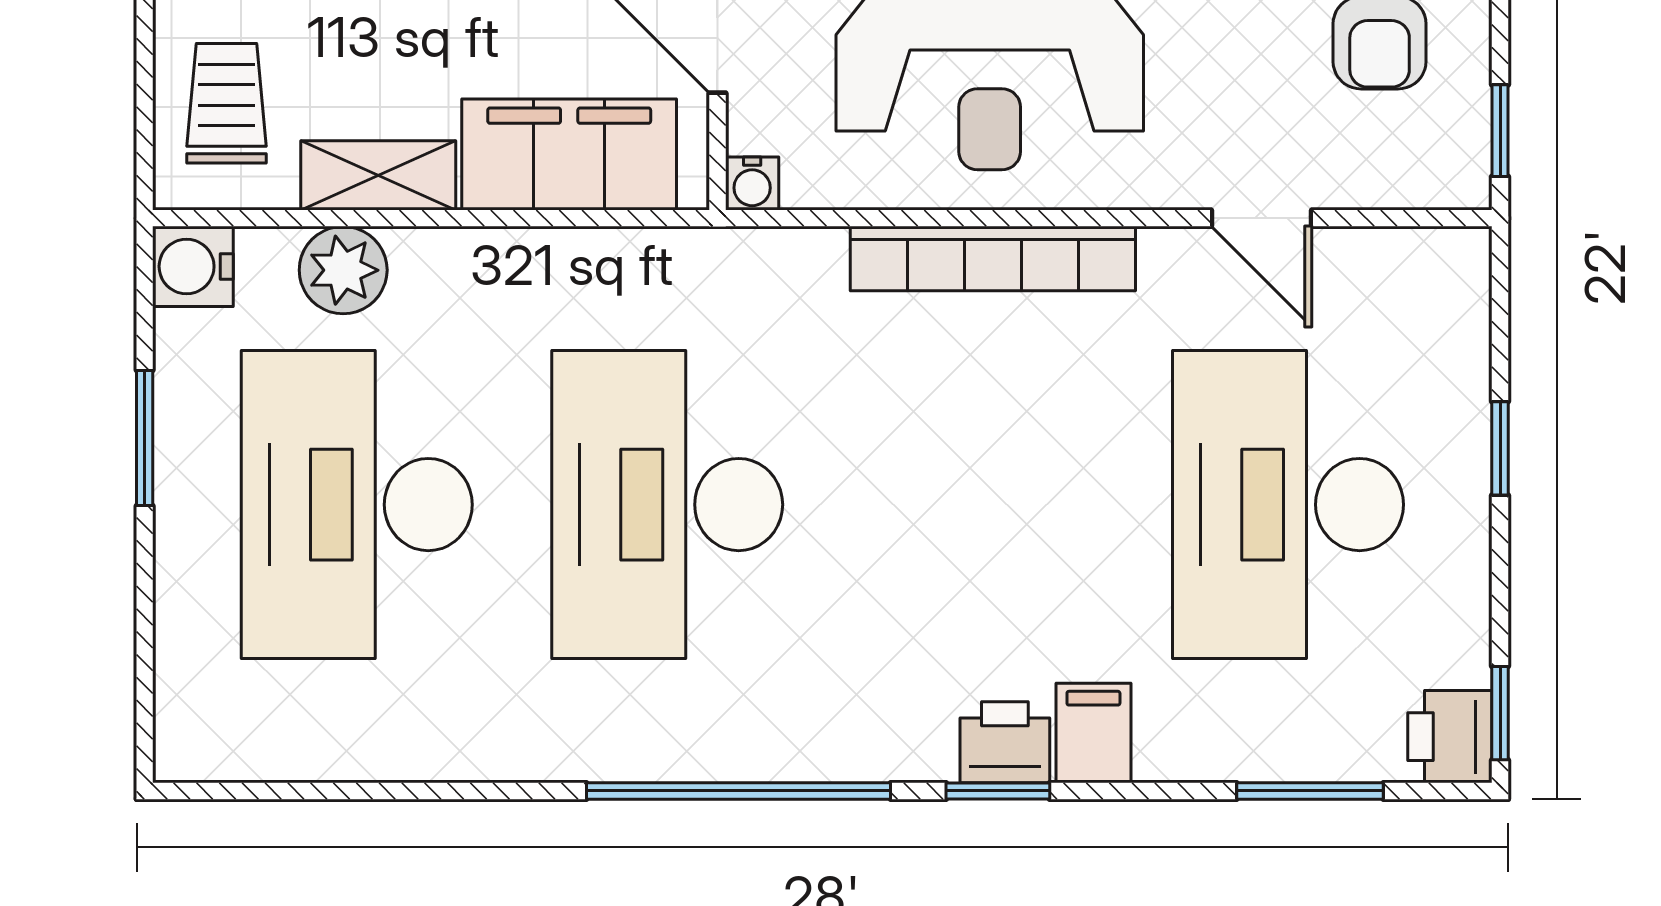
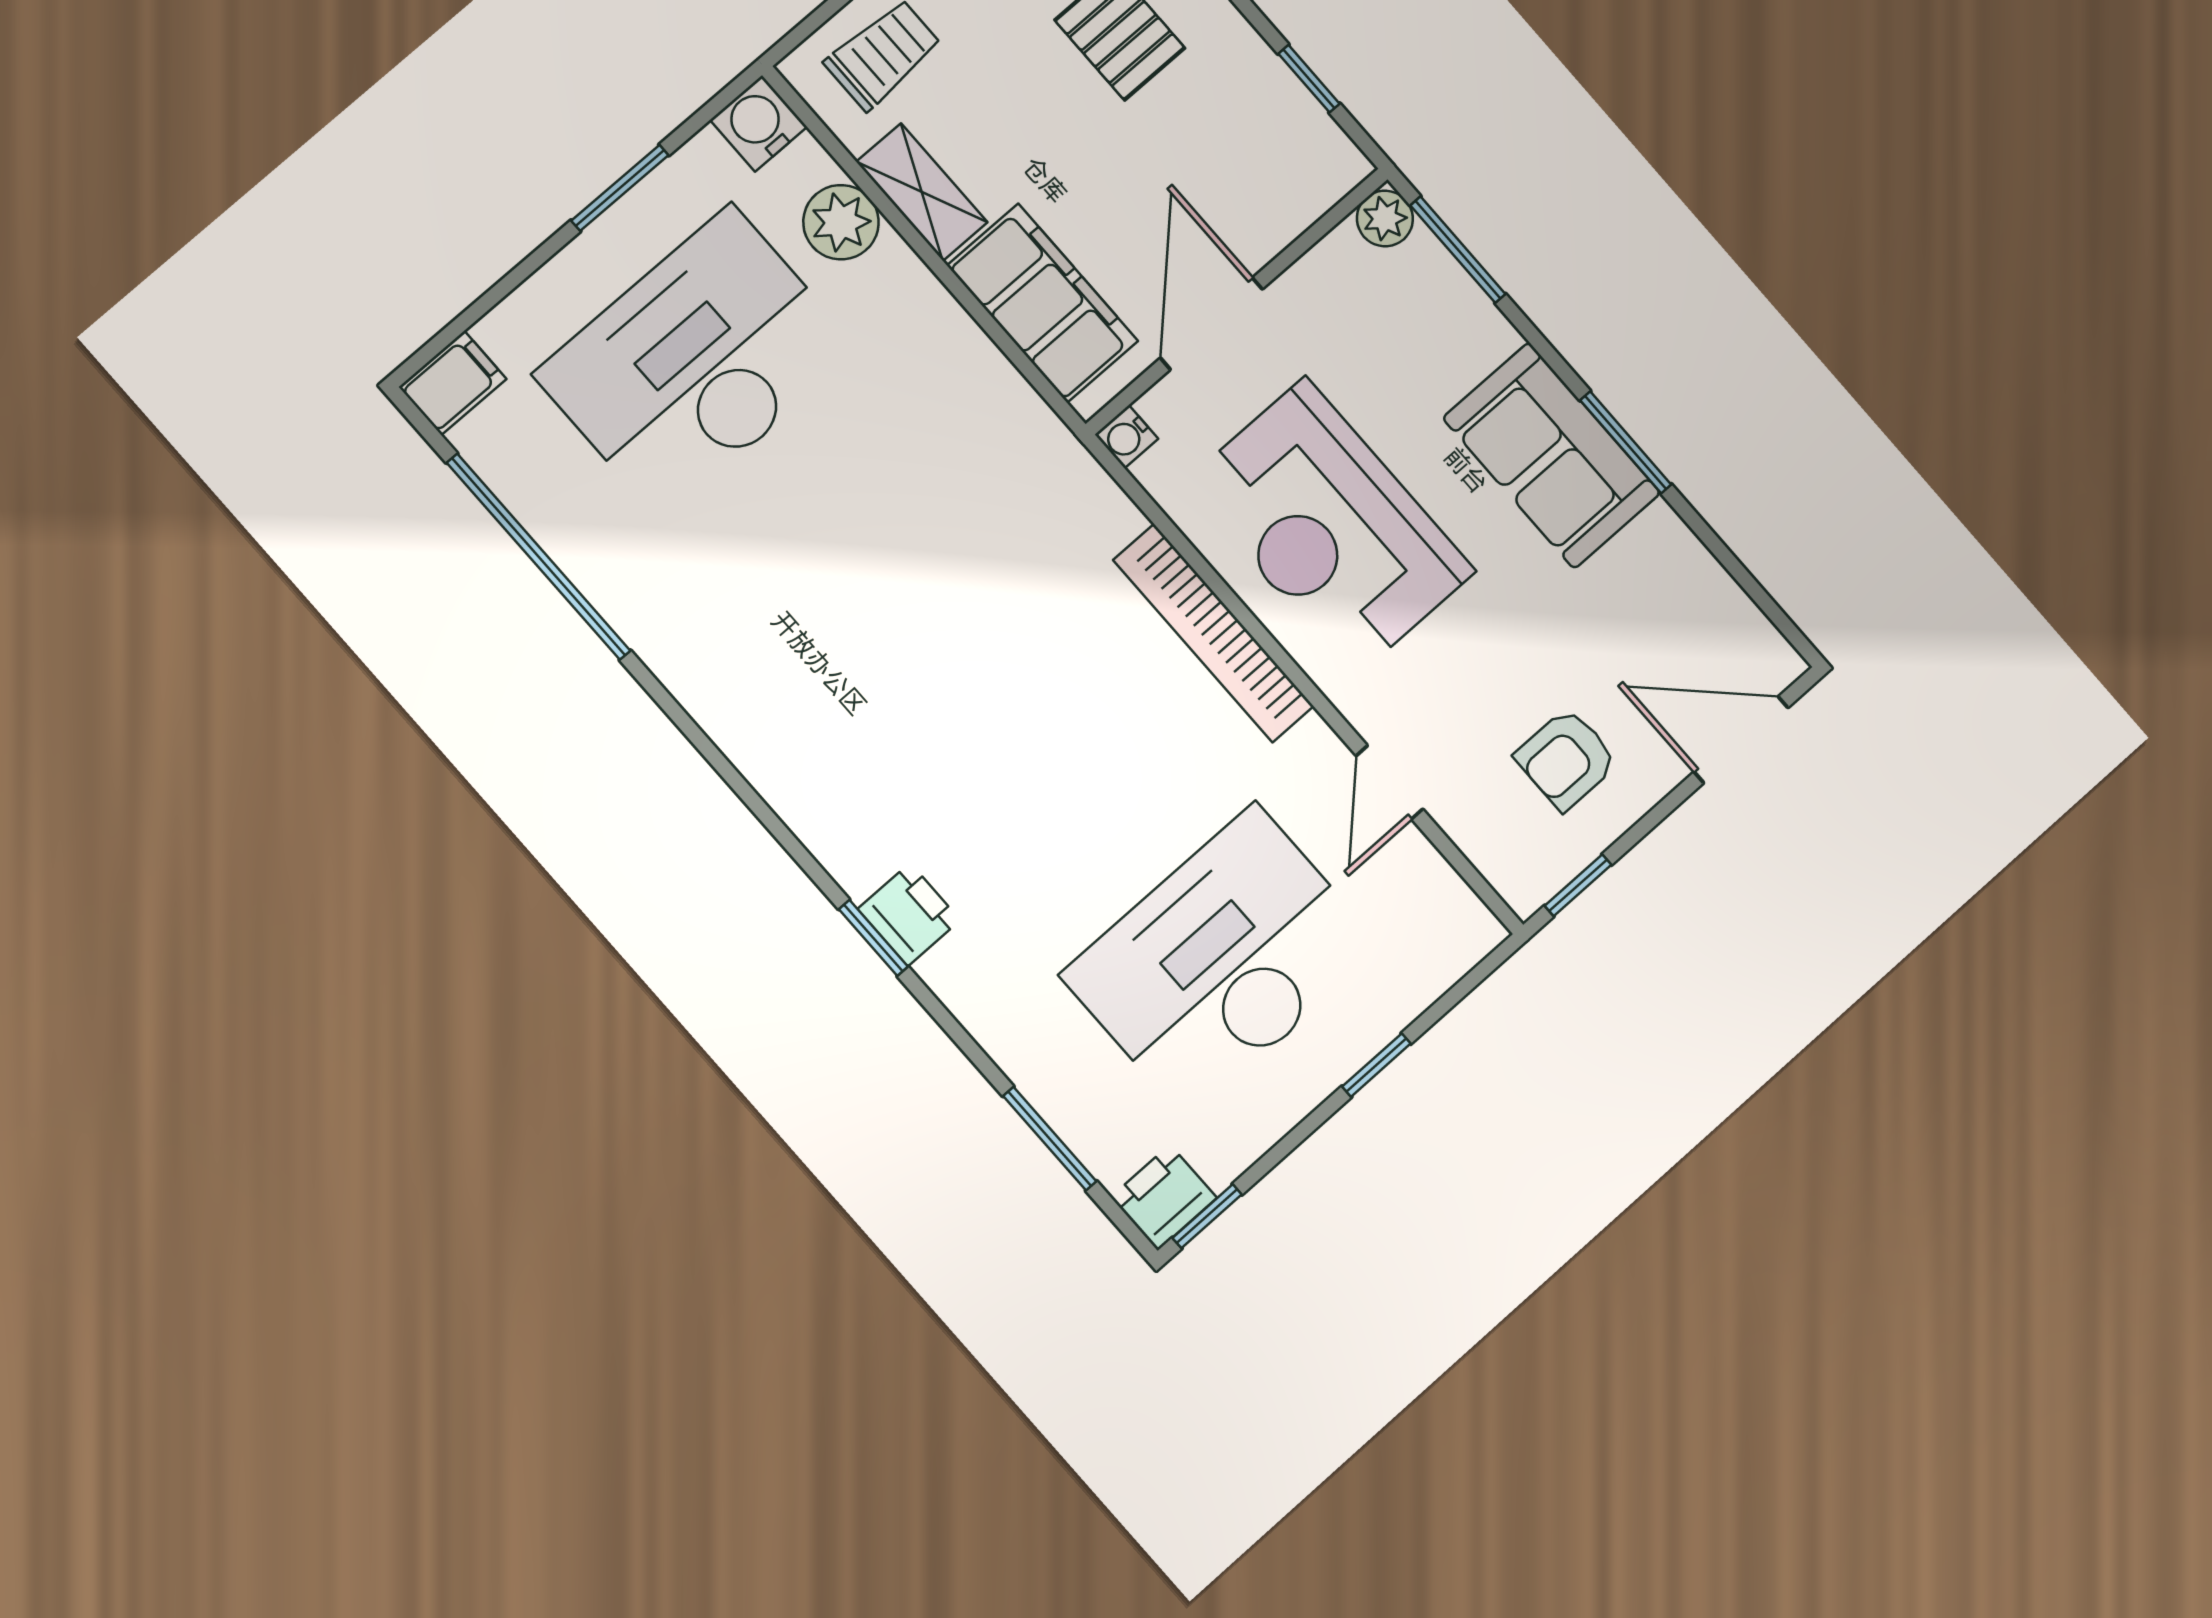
desk: (667, 505) -> (872, 562), removed
filing cabinet: (1093, 733) -> (453, 383), moved
window: (738, 791) -> (539, 557), moved

